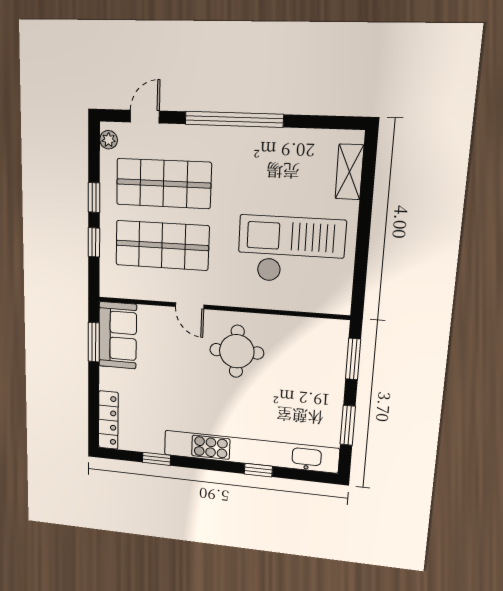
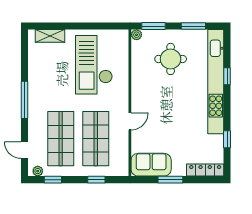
window: (234, 119) -> (25, 100), width x0.68
window: (94, 197) -> (53, 180), moved
plant: (340, 329) -> (137, 35), added
window: (94, 342) -> (170, 180), moved
round table: (237, 351) -> (171, 59), moved

